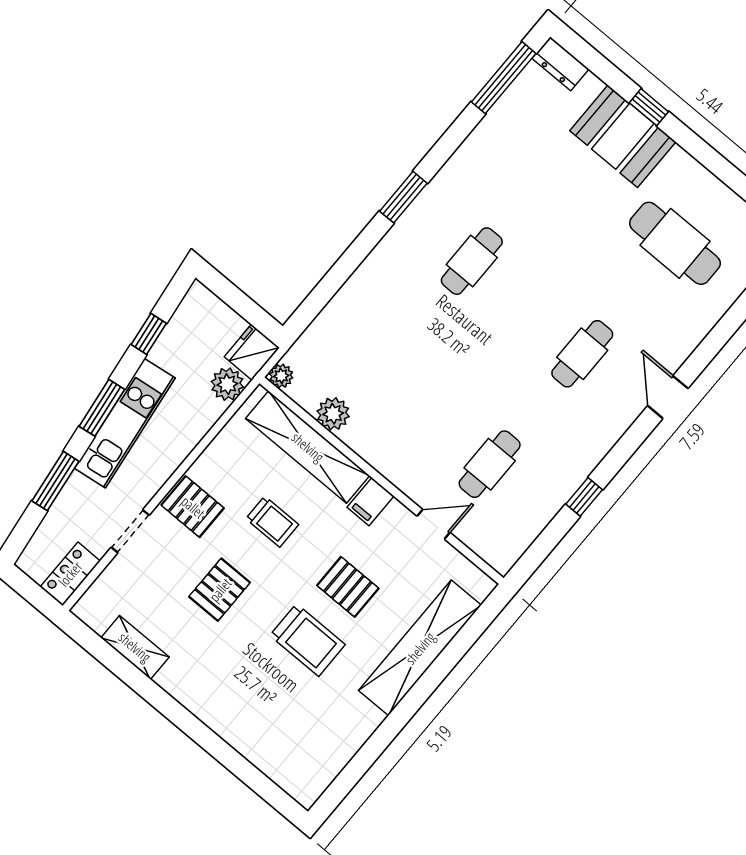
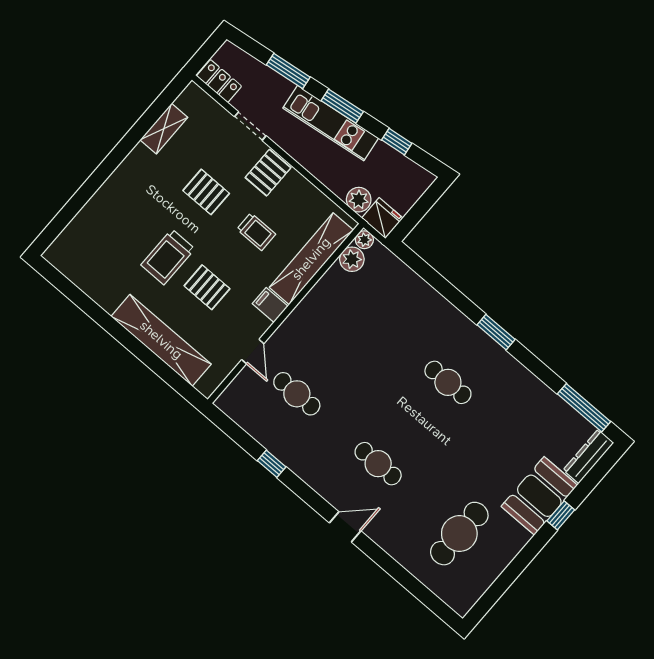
dresser: (561, 64) -> (588, 456), width x1.44
plant: (333, 414) -> (352, 259), moved
trolley: (272, 522) -> (256, 232), turned -90
pallet: (348, 587) -> (207, 287), turned 90

